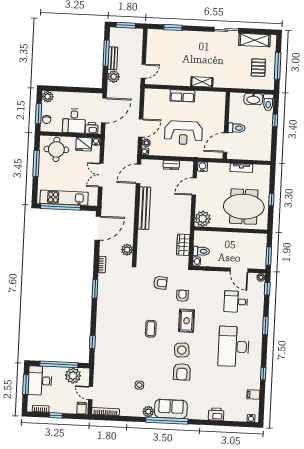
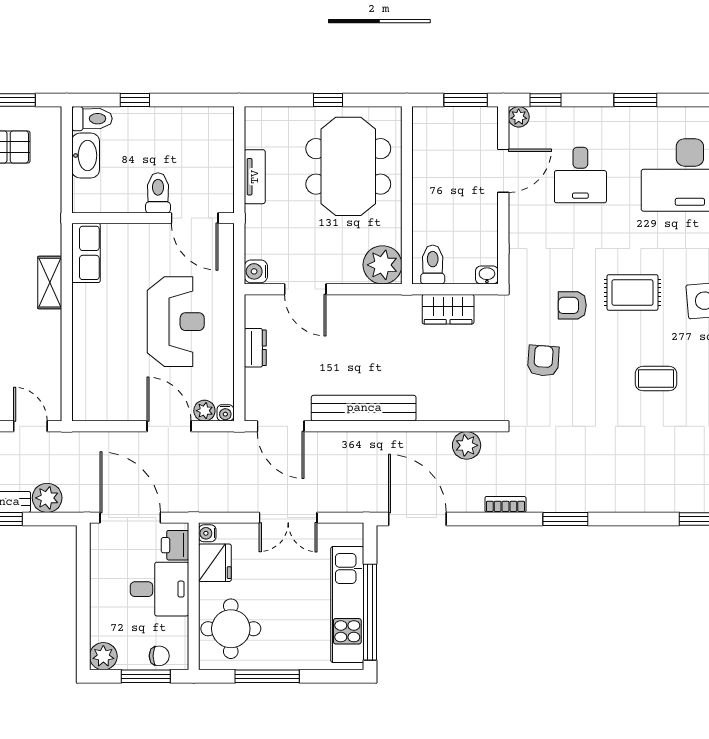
row of seats: (182, 96) -> (86, 253), moved
toilet: (201, 251) -> (433, 265), moved

